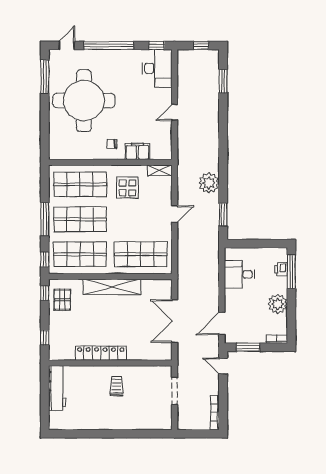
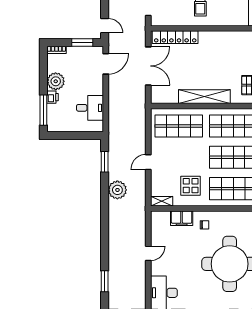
printer: (281, 269) -> (53, 97), moved
locker: (101, 353) -> (175, 37), moved

